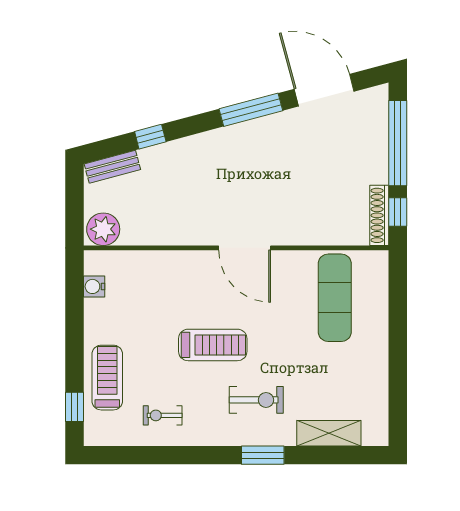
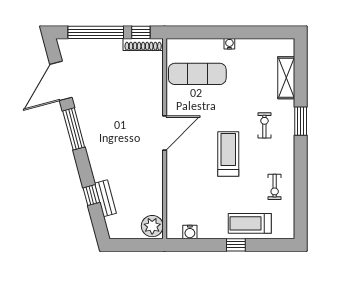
bench: (112, 167) -> (105, 198), moved
water cooler: (381, 347) -> (229, 44), added
exercise bike: (256, 400) -> (264, 125), width x0.73, depth x0.72
window: (74, 407) -> (236, 245), moved

